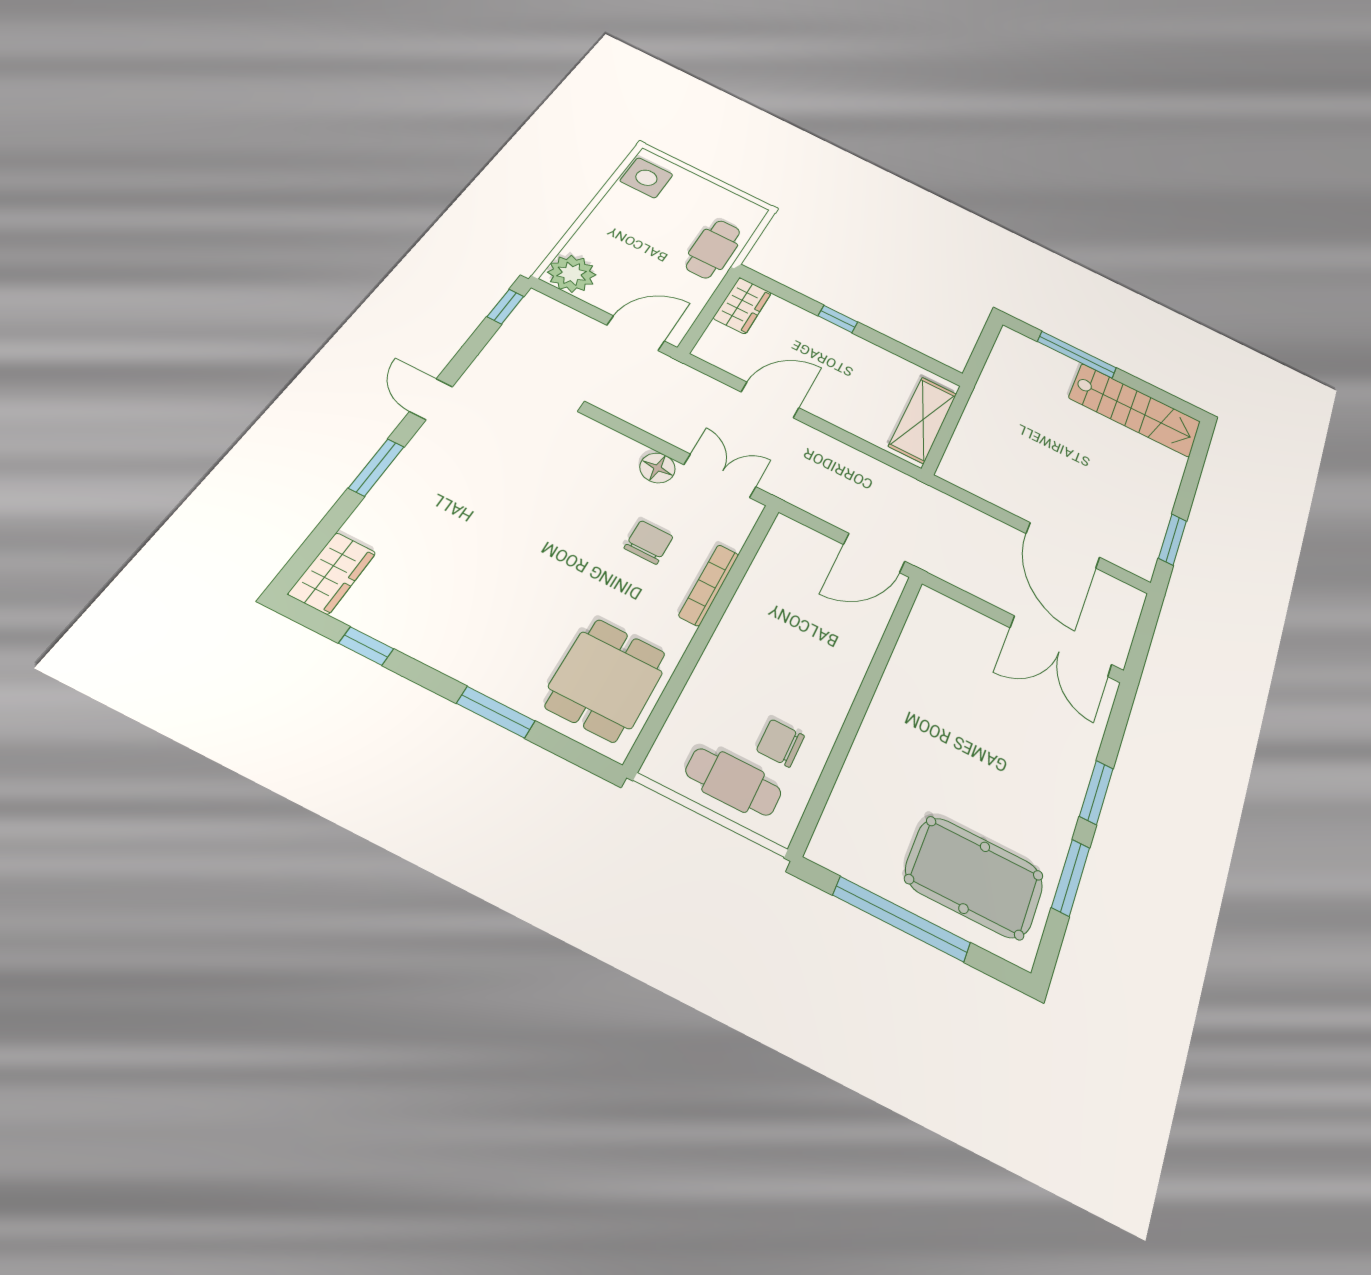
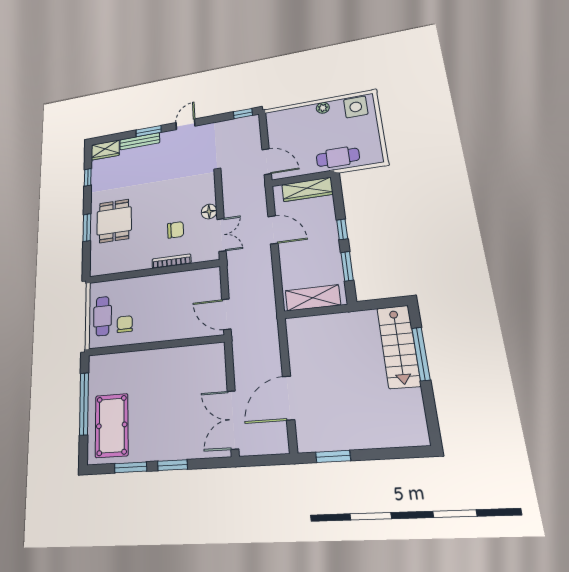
plant: (572, 274) -> (323, 108), moved, width x0.53, depth x0.53
wardrobe: (742, 305) -> (307, 189), width x1.50
window: (901, 350) -> (347, 266), added
stairs: (1135, 410) -> (399, 346), moved
bench: (383, 496) -> (140, 141), added
dining table: (606, 680) -> (114, 221), moved, turned 90

